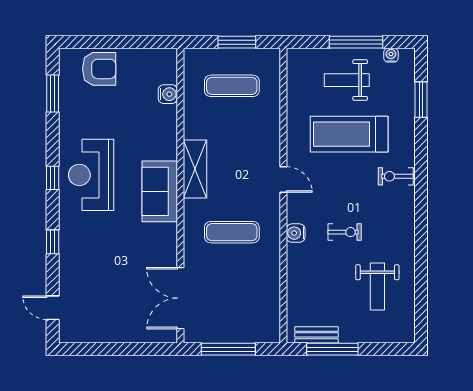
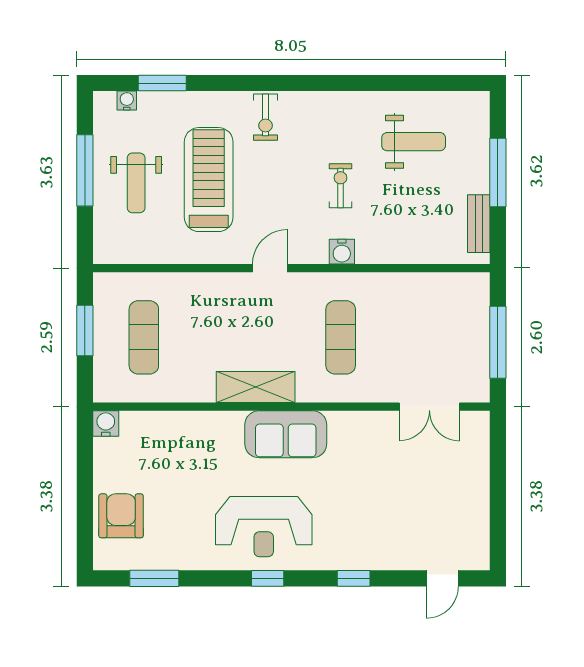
water cooler: (391, 55) -> (127, 101), moved, turned 90
water cooler: (168, 94) -> (106, 423), moved
treadmill: (349, 134) -> (209, 180), turned 180
double door: (180, 298) -> (429, 407), width x0.73
window: (332, 349) -> (498, 173), moved

